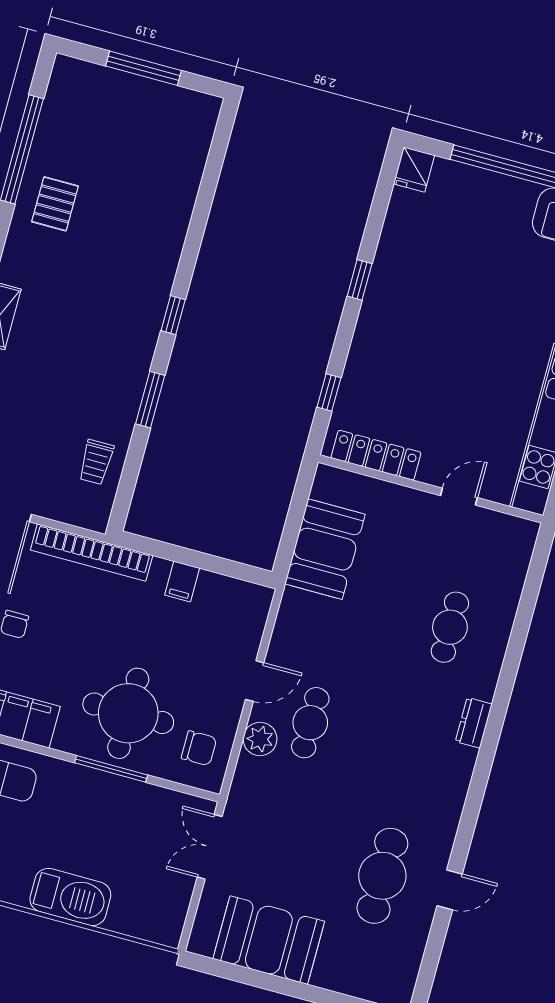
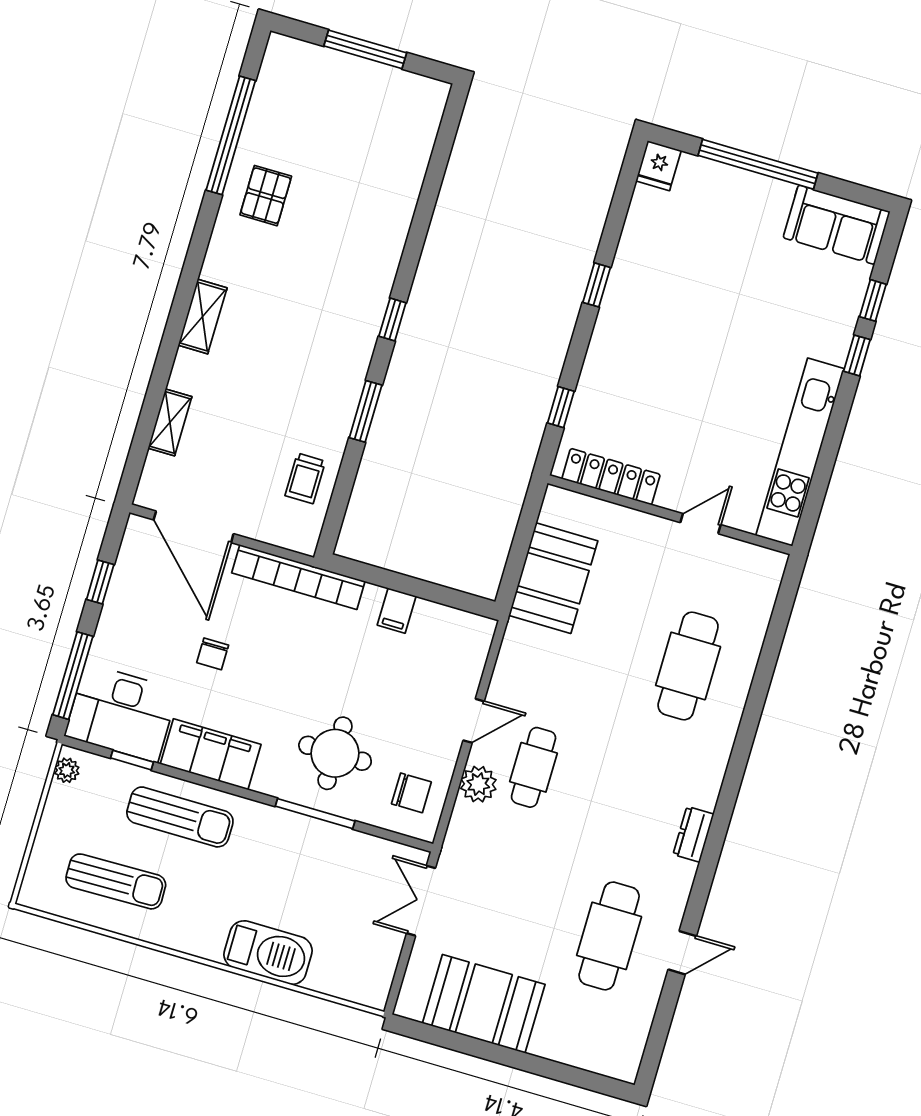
cafe table: (450, 627) -> (688, 666), width x1.37, depth x1.35
round table: (128, 713) -> (335, 753), width x0.73, depth x0.73
dresser: (474, 723) -> (693, 834), moved

